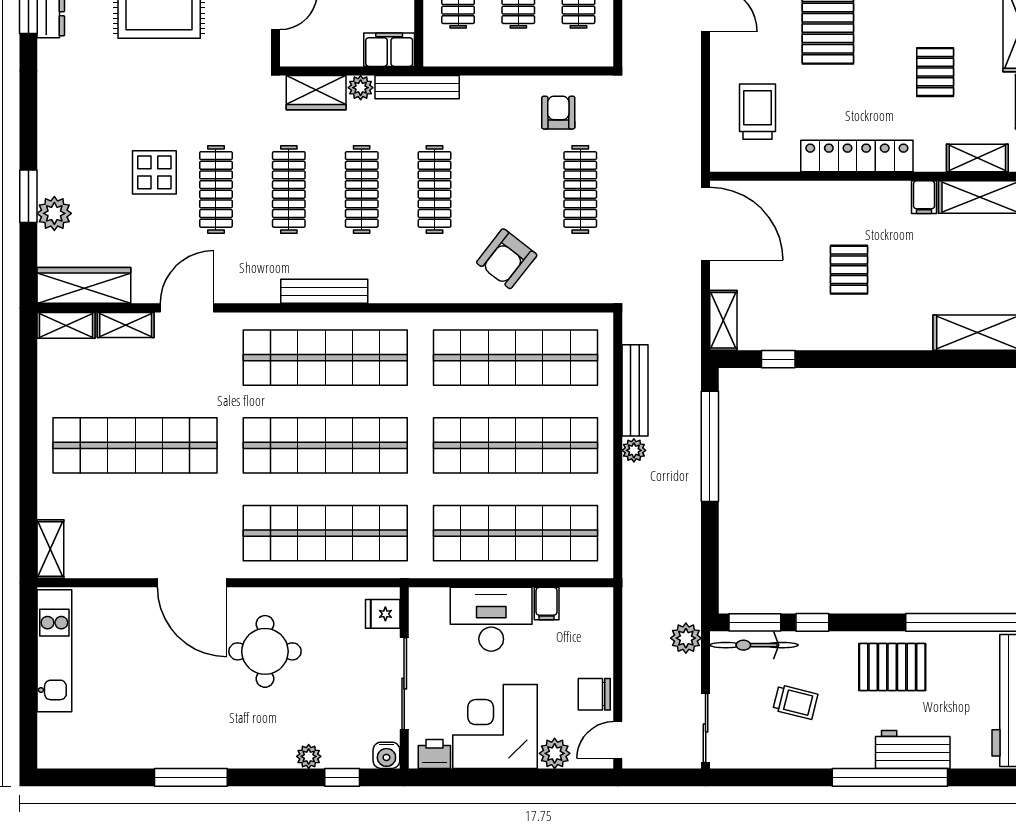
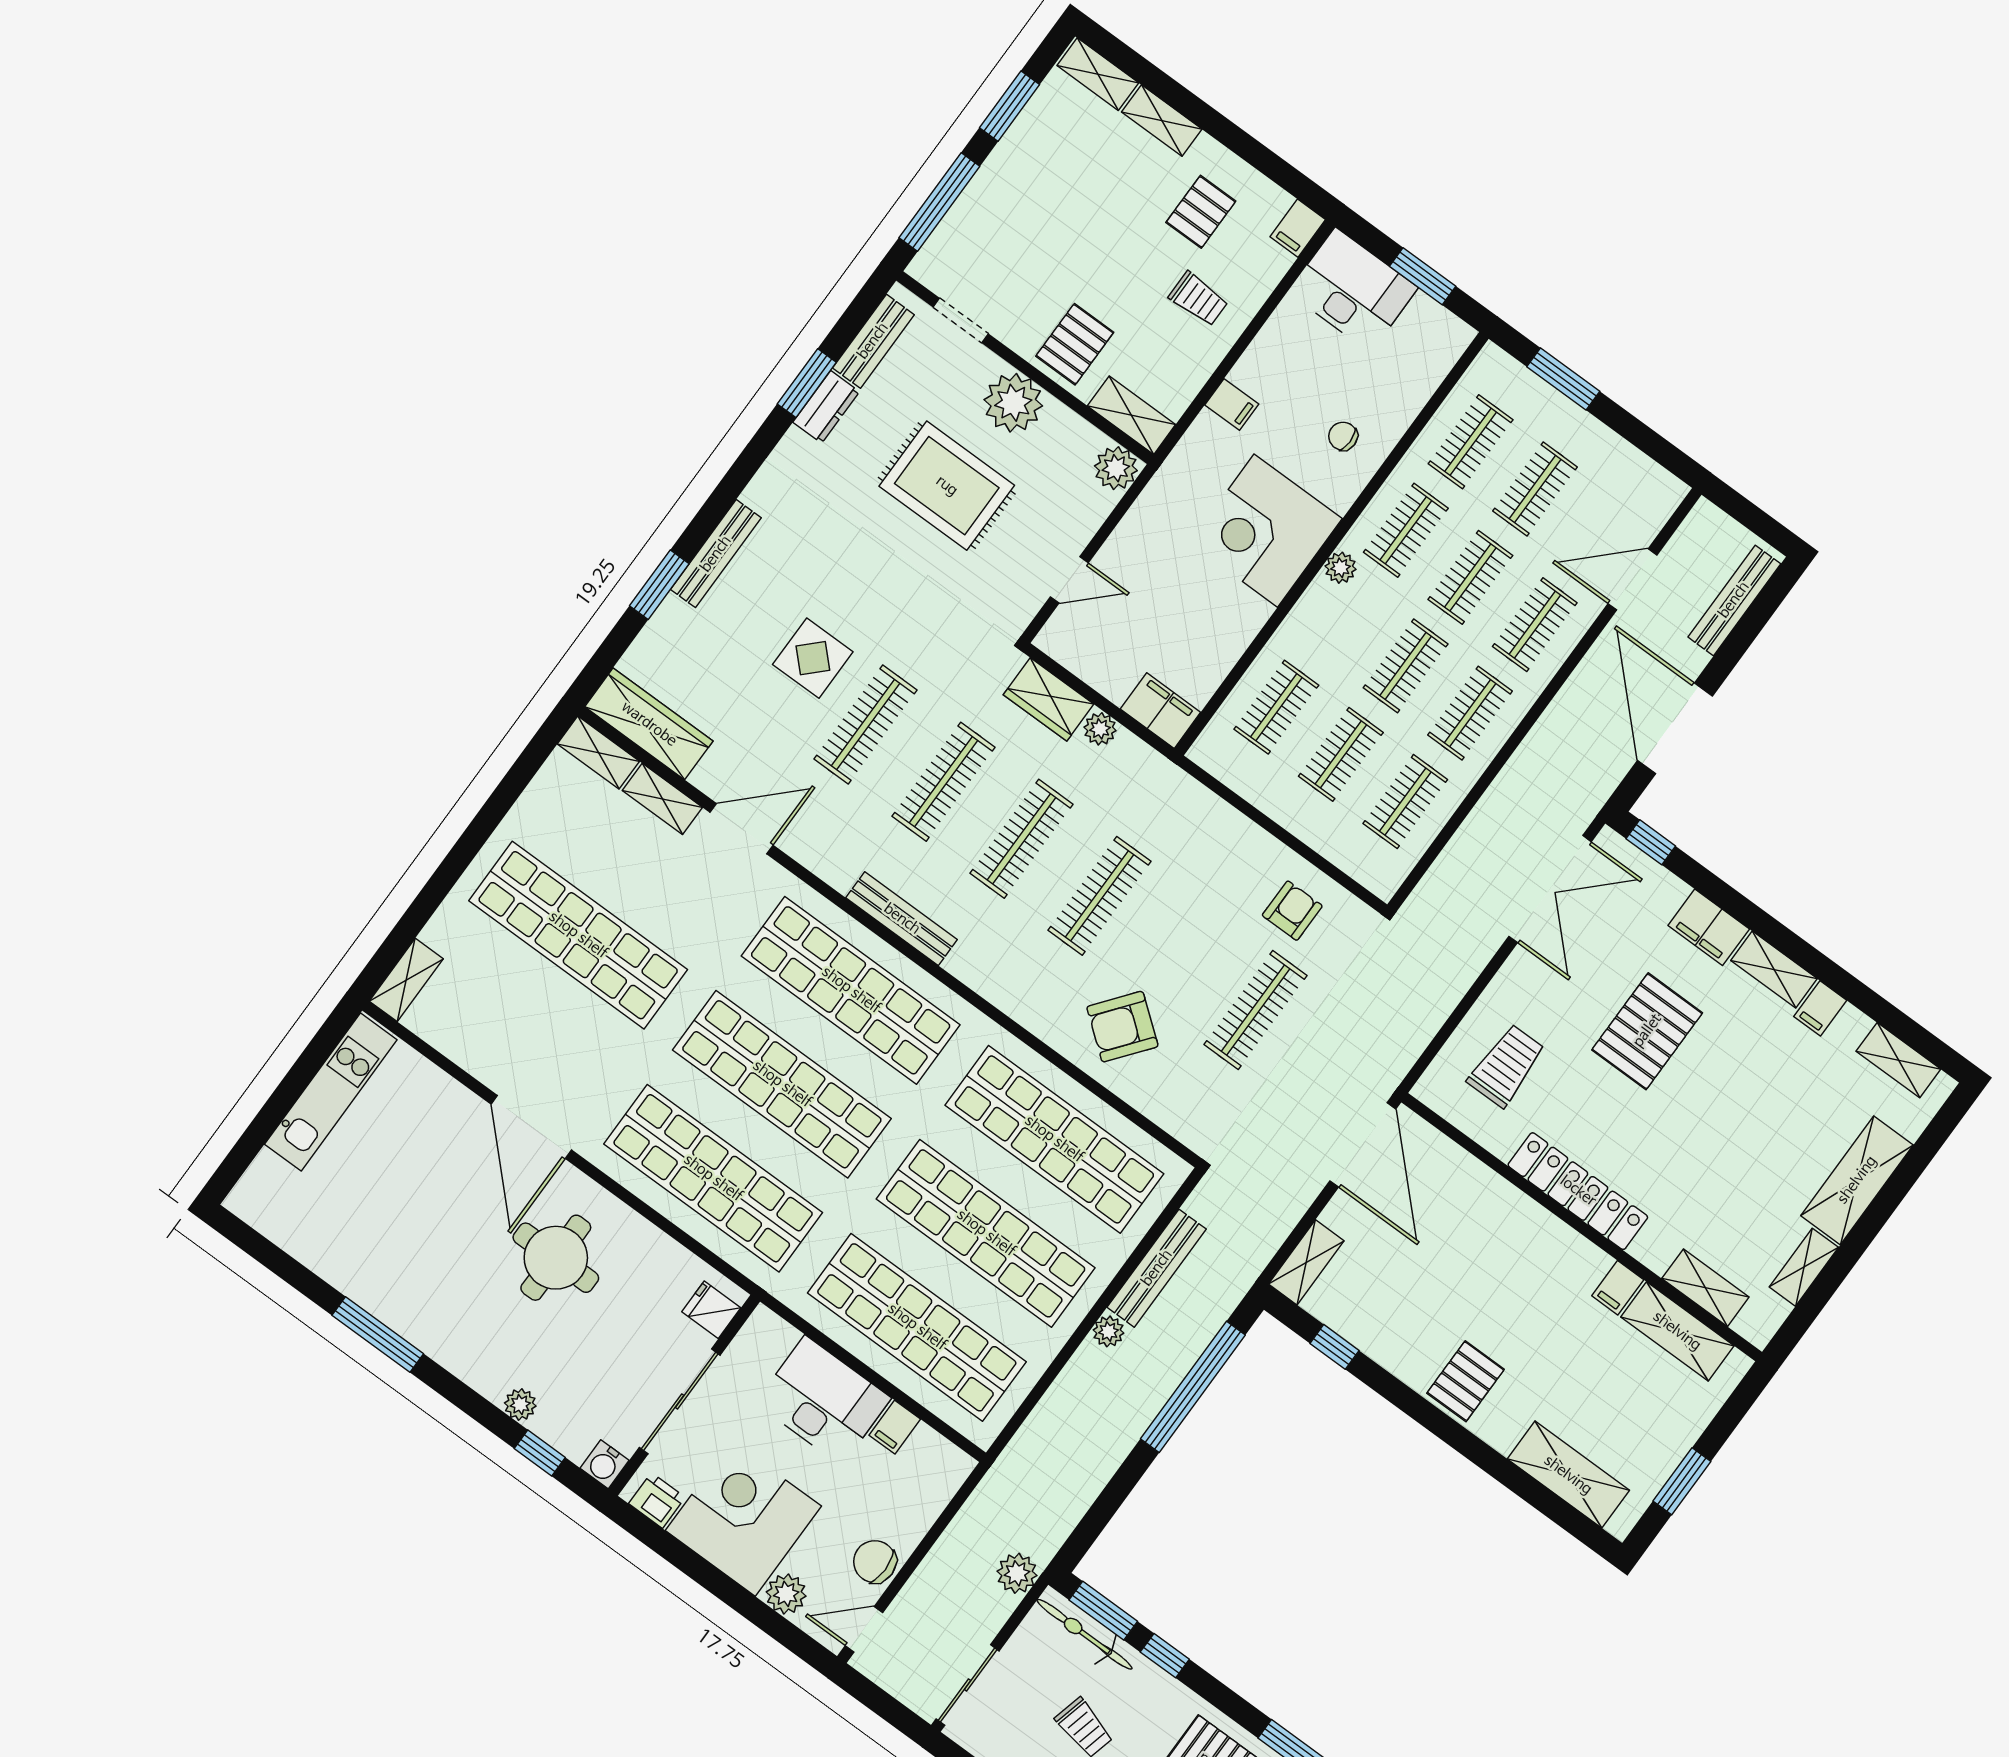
pallet: (935, 72) -> (1728, 1163), removed
bench: (417, 87) -> (716, 554), moved, turned 90
plant: (54, 213) -> (673, 624), removed
pallet: (849, 270) -> (1466, 1381), moved

